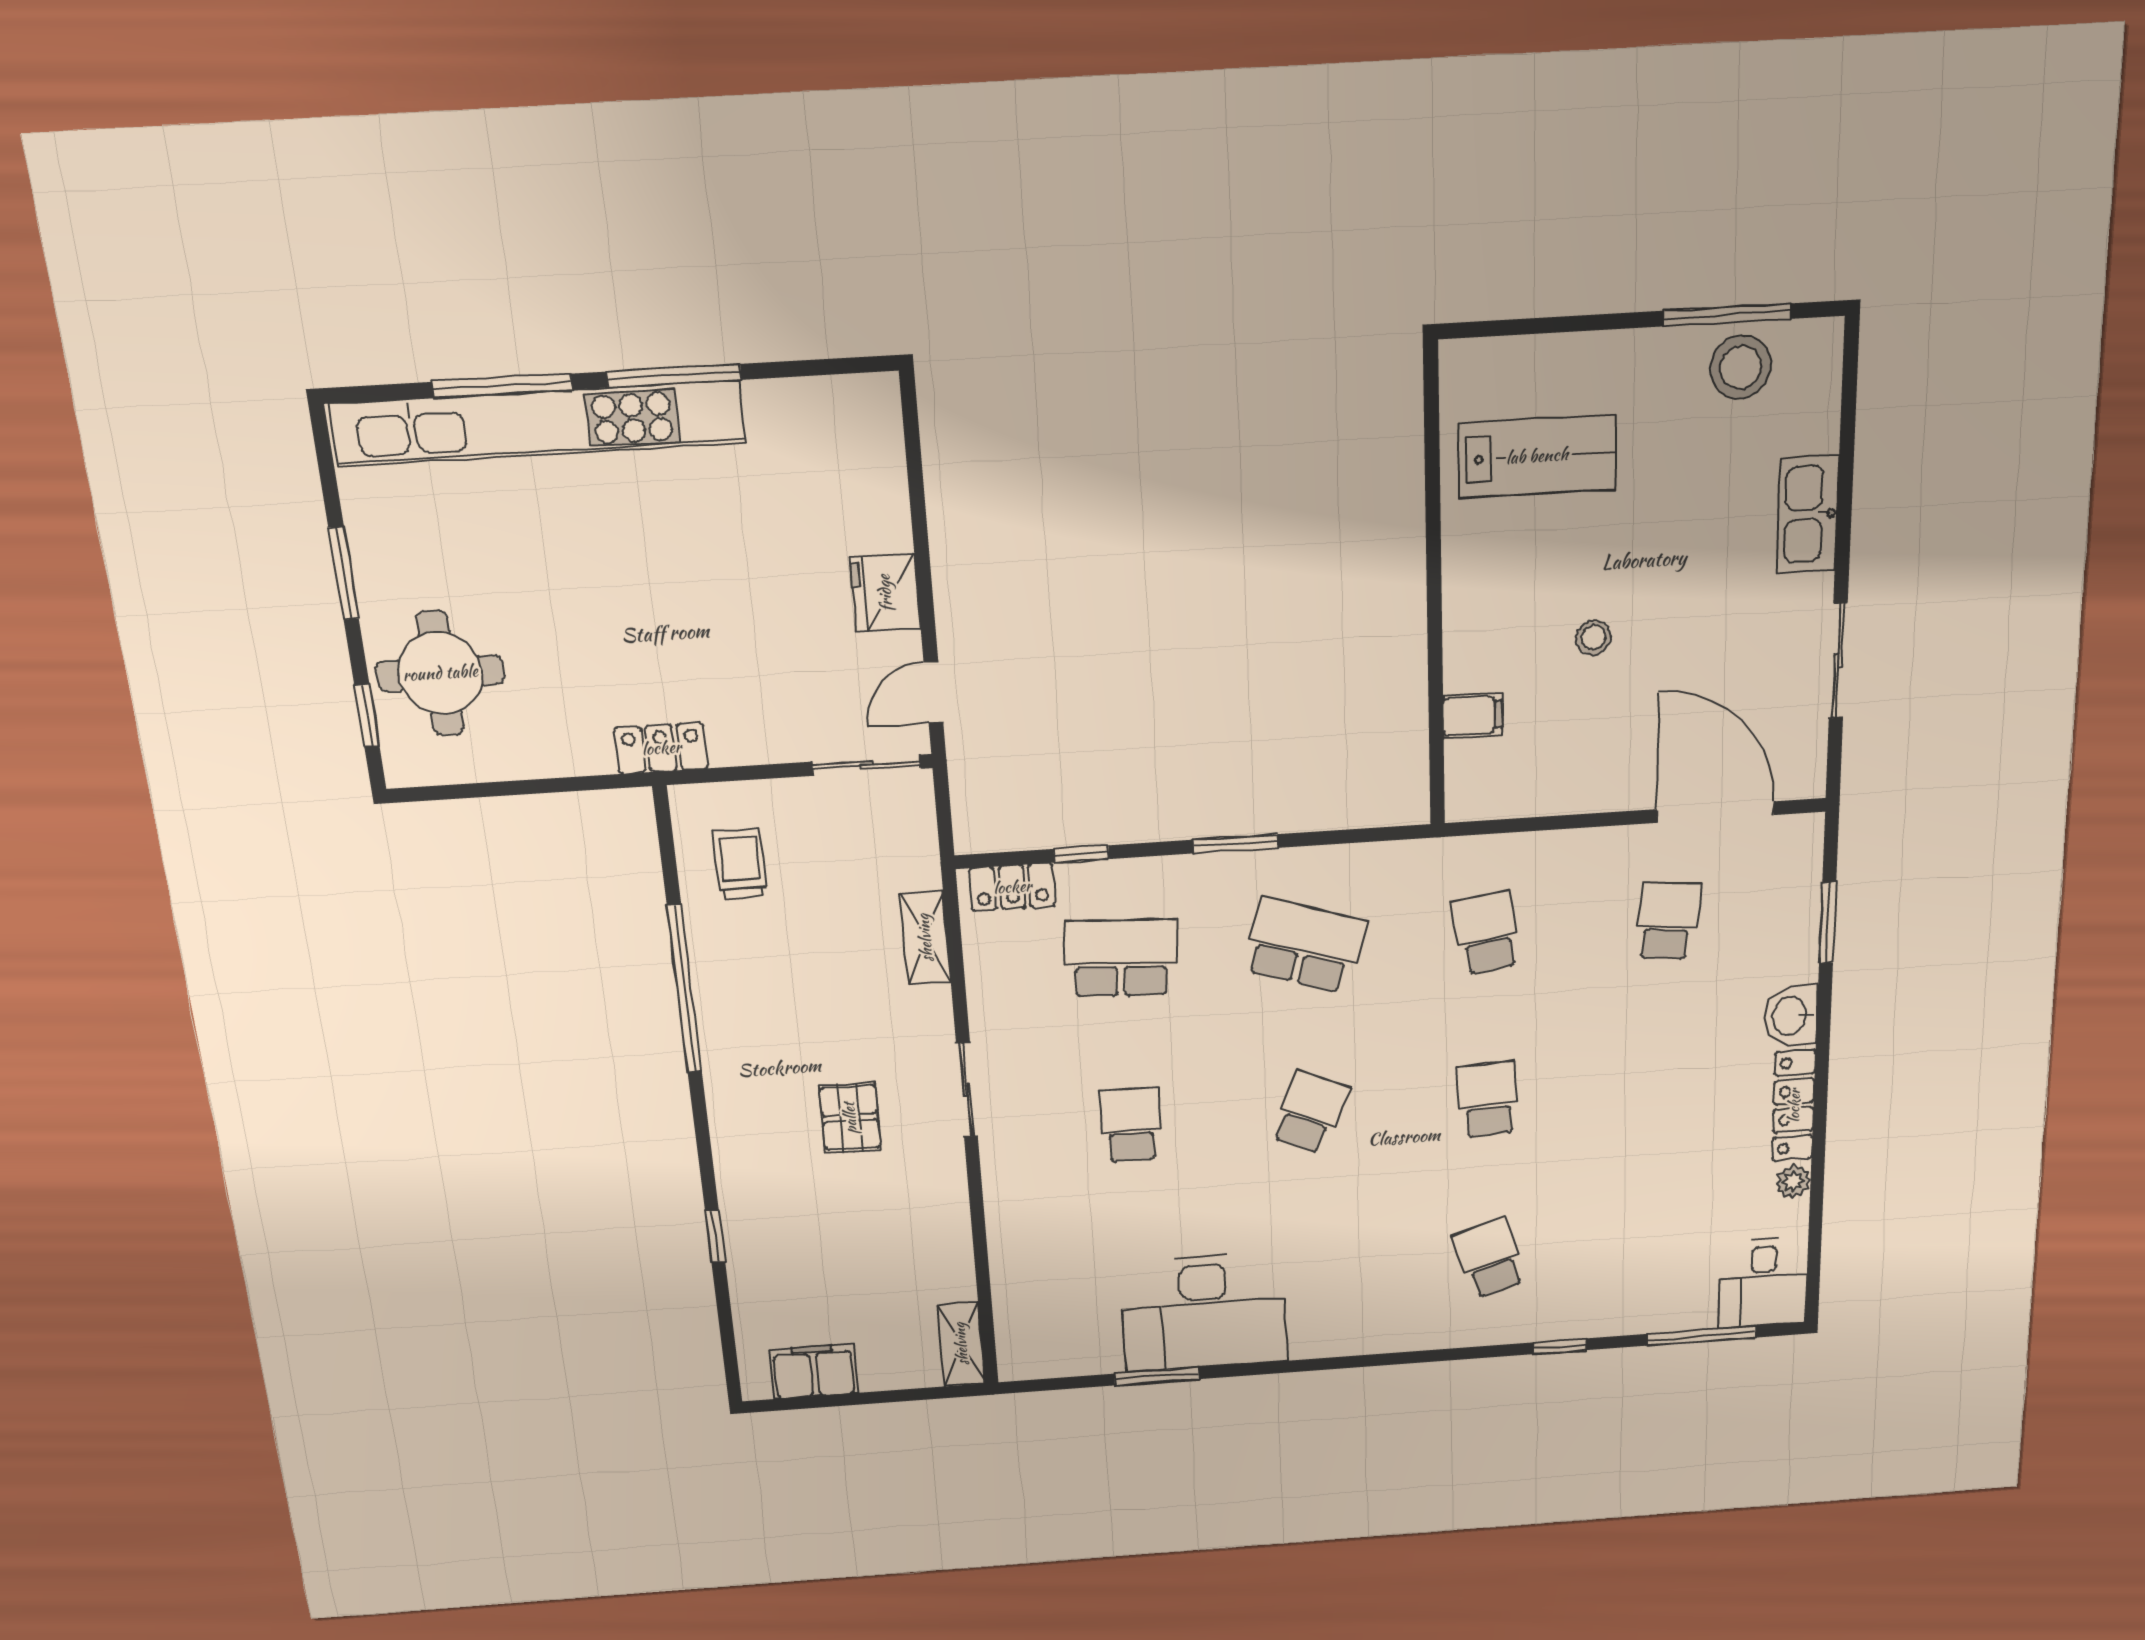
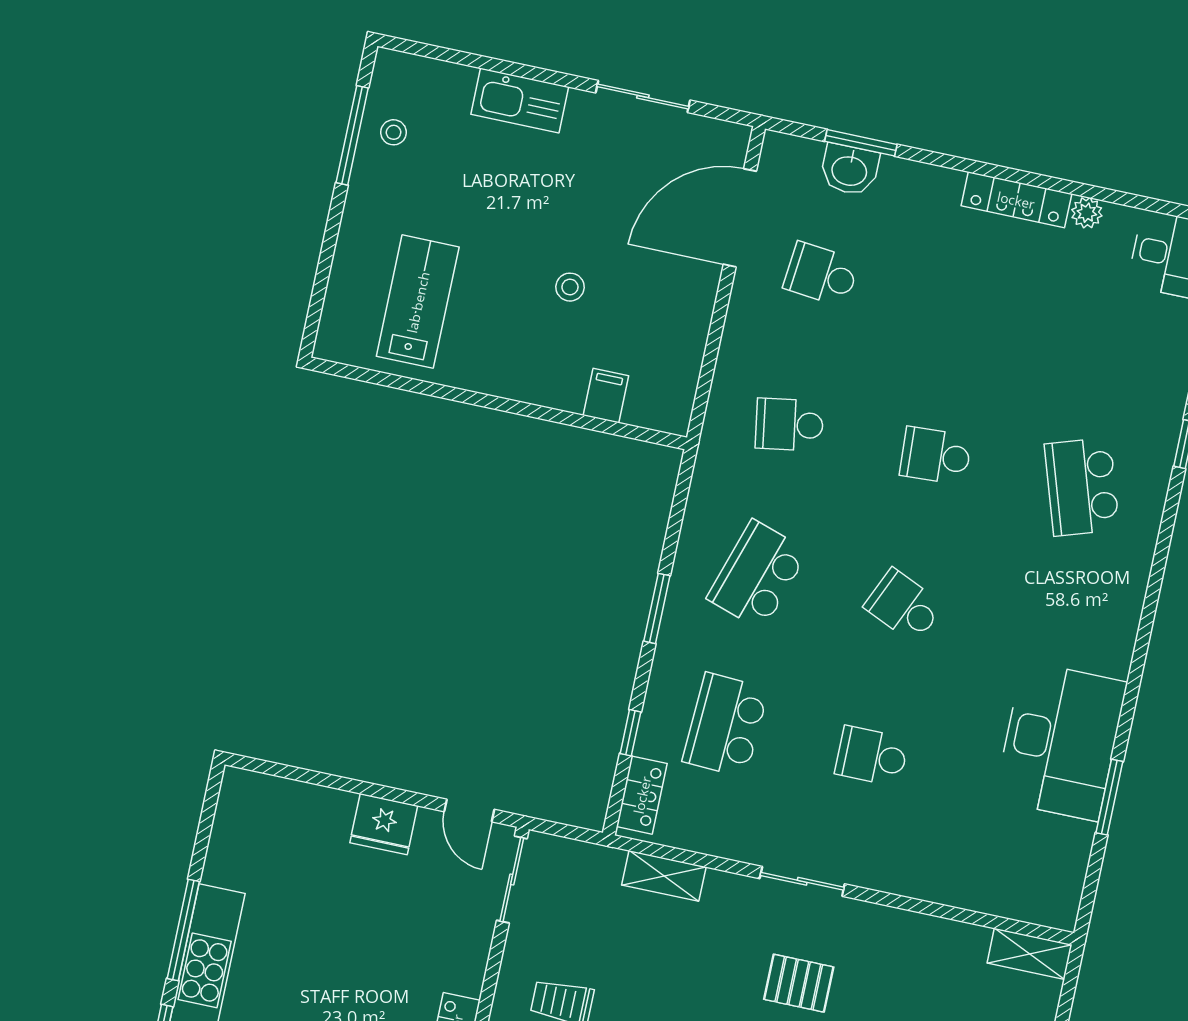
stool: (1741, 367) -> (394, 132), width x0.53, depth x0.53
washbasin: (1791, 1016) -> (850, 170), moved
school desk: (1489, 1258) -> (1082, 487), width x1.85

